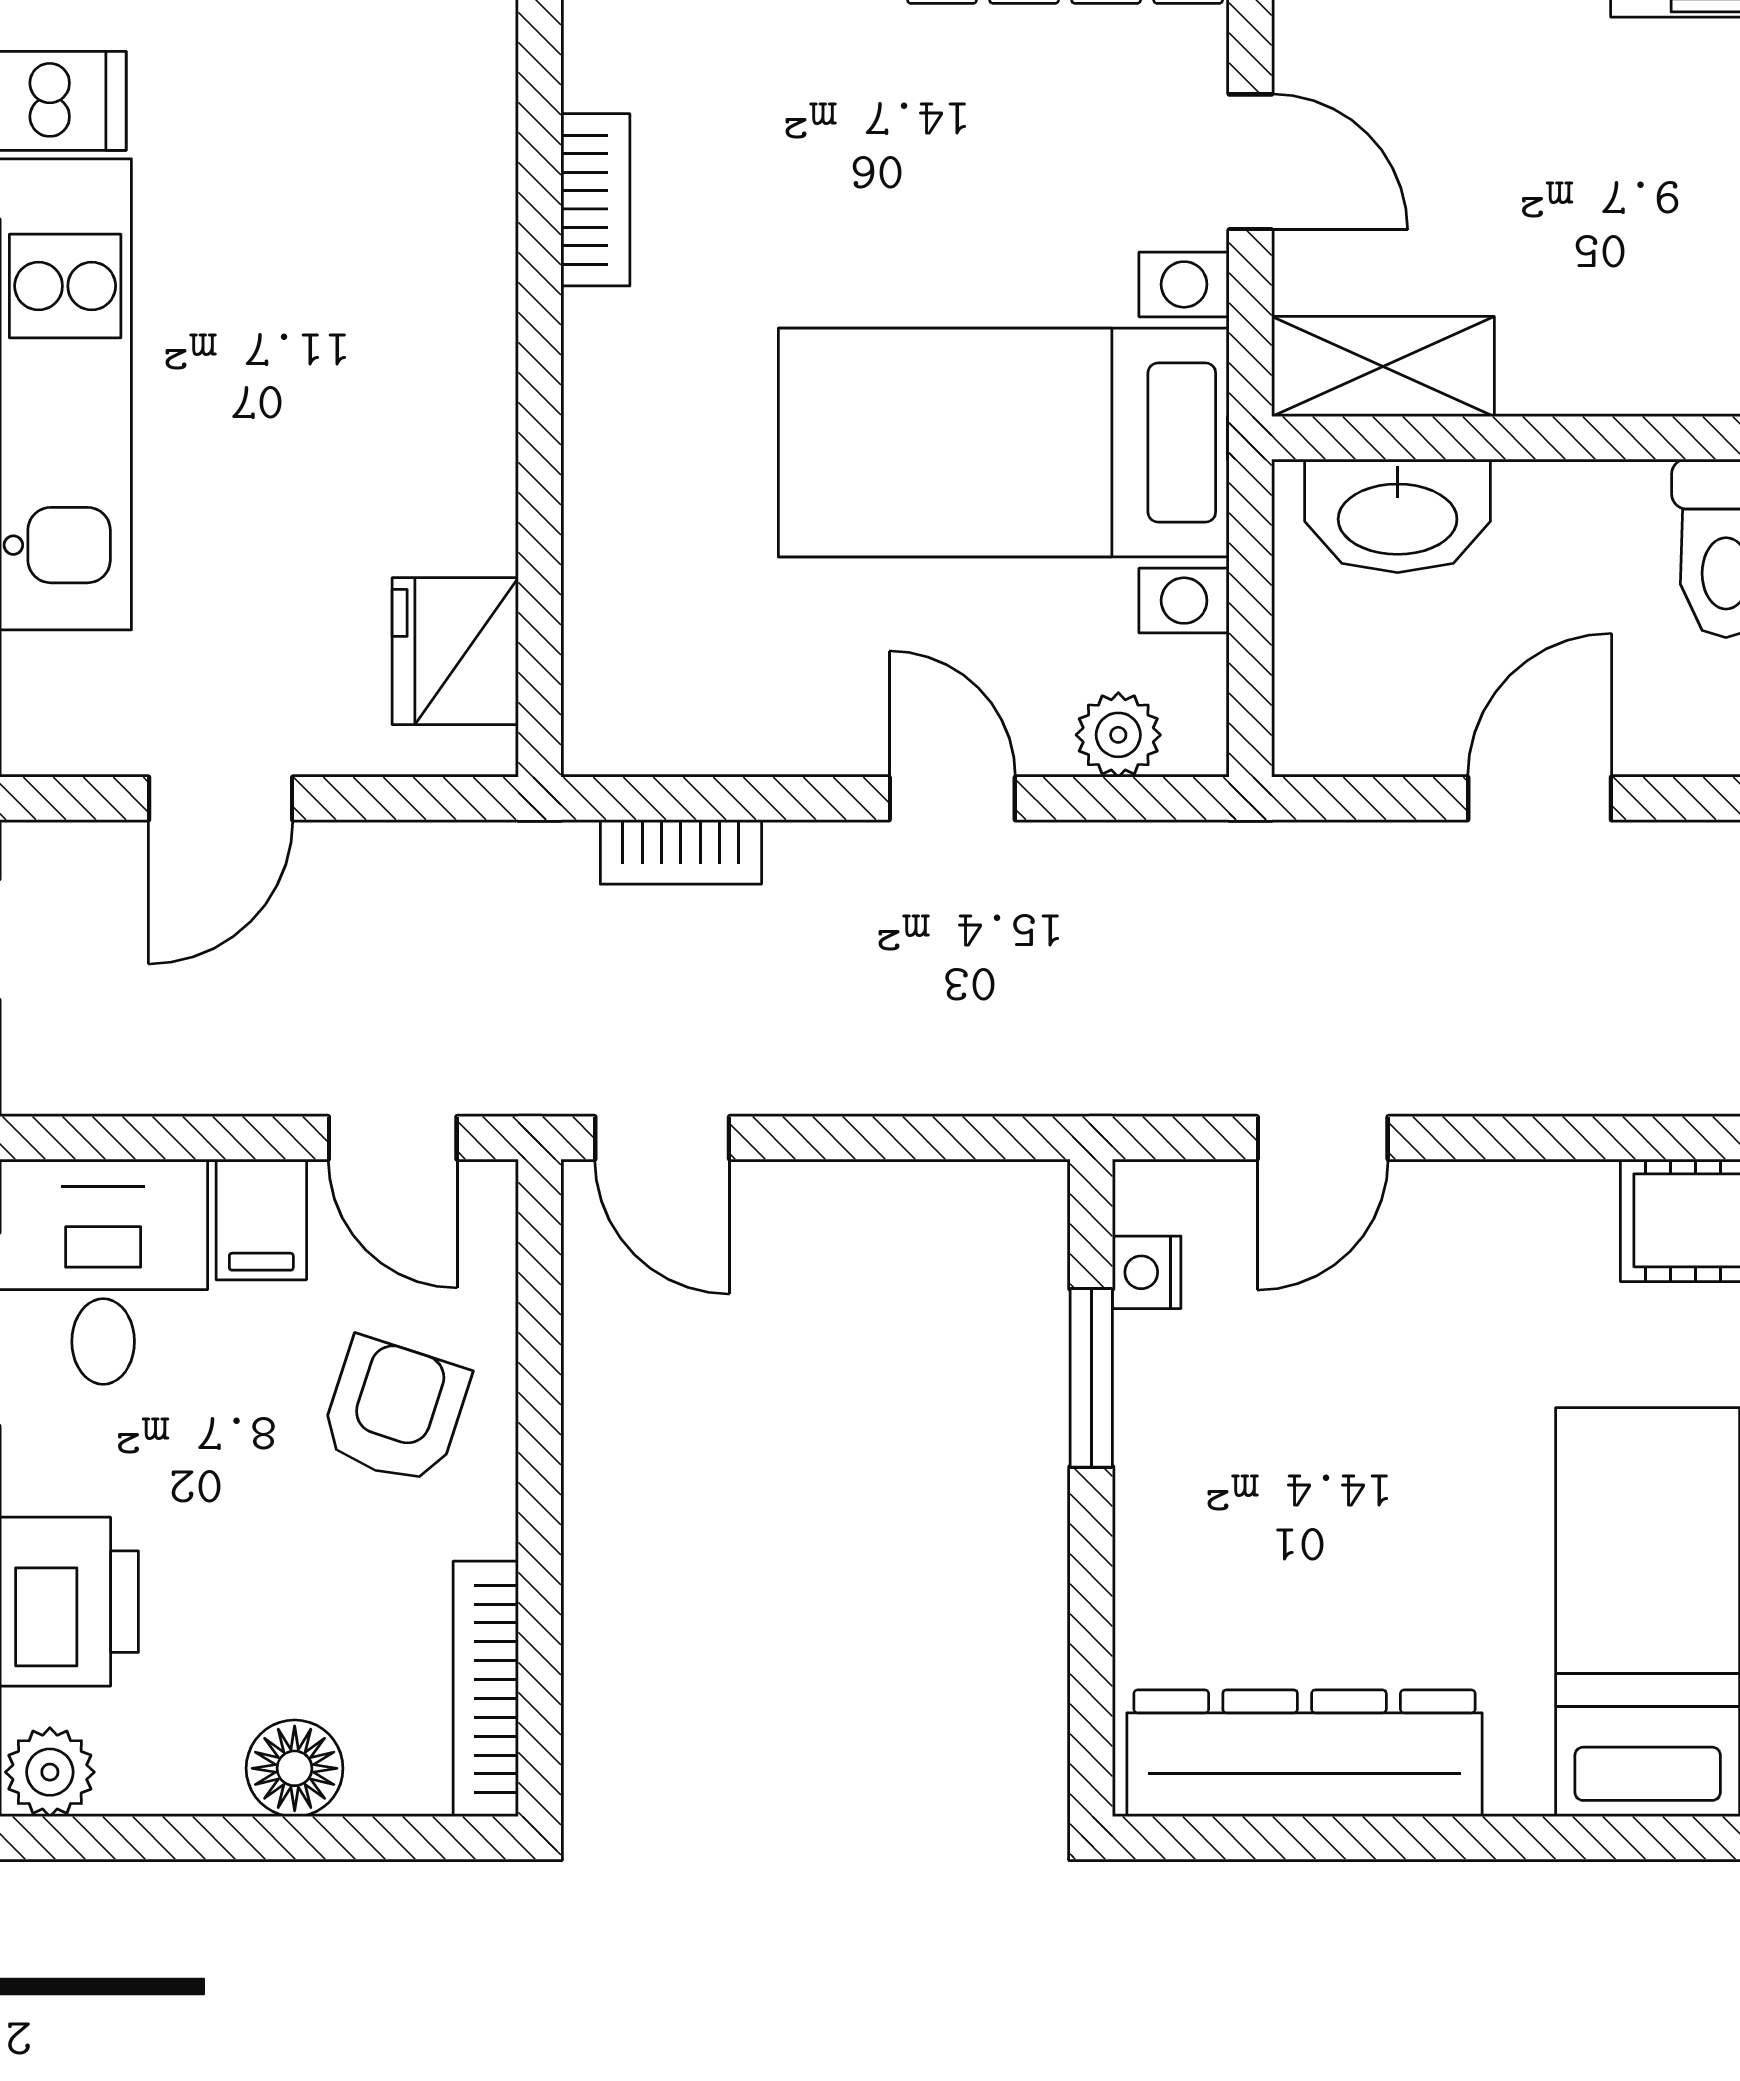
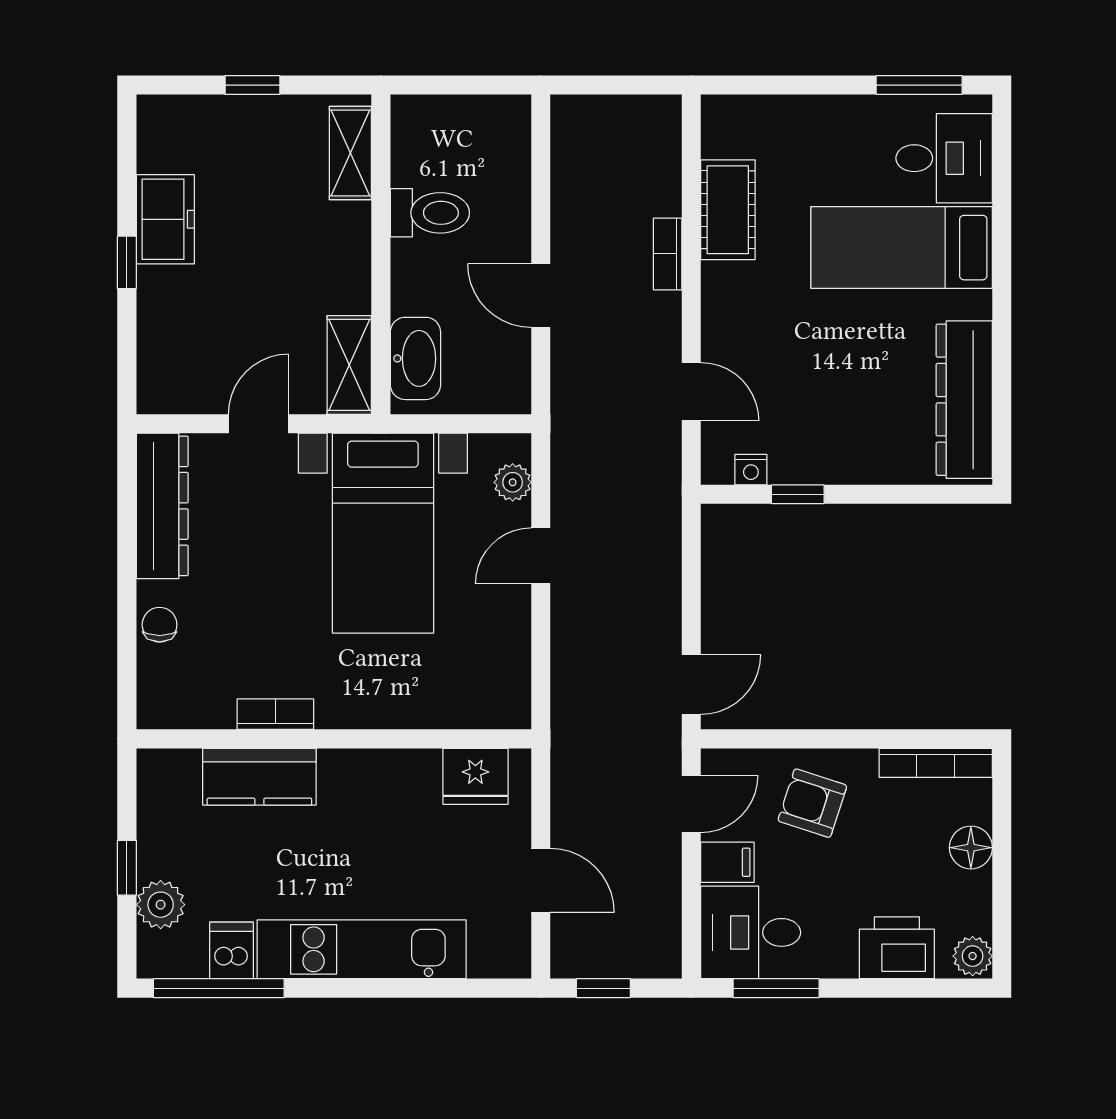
kitchen counter: (454, 164) -> (259, 777), added
bookcase: (681, 852) -> (668, 254), moved, turned 180
window: (1091, 1378) -> (798, 494), width x0.67

